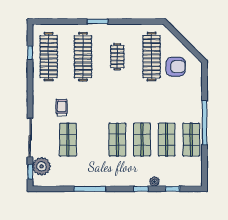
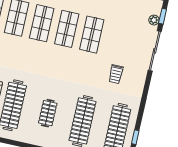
shop shelf: (68, 140) -> (92, 35), moved
plant: (42, 166) -> (154, 20), width x0.53, depth x0.53

